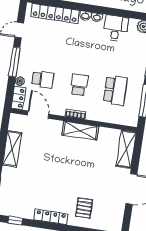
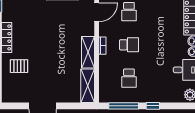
school desk: (115, 90) -> (129, 78), width x0.54
shelving: (126, 149) -> (88, 86), moved, turned 90

